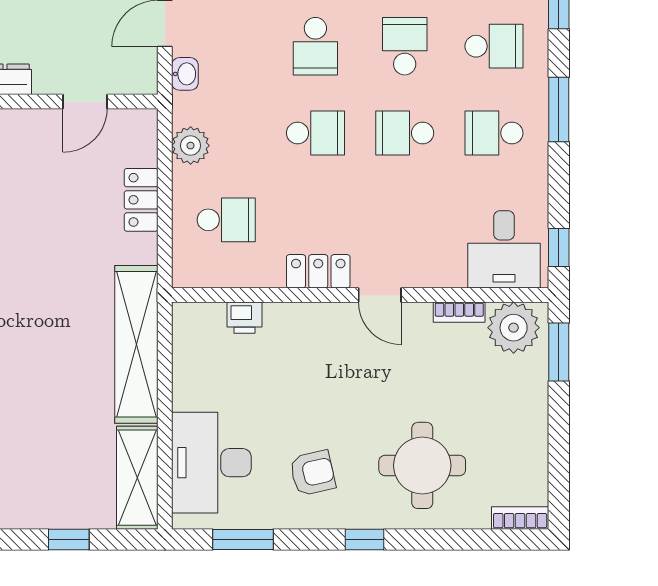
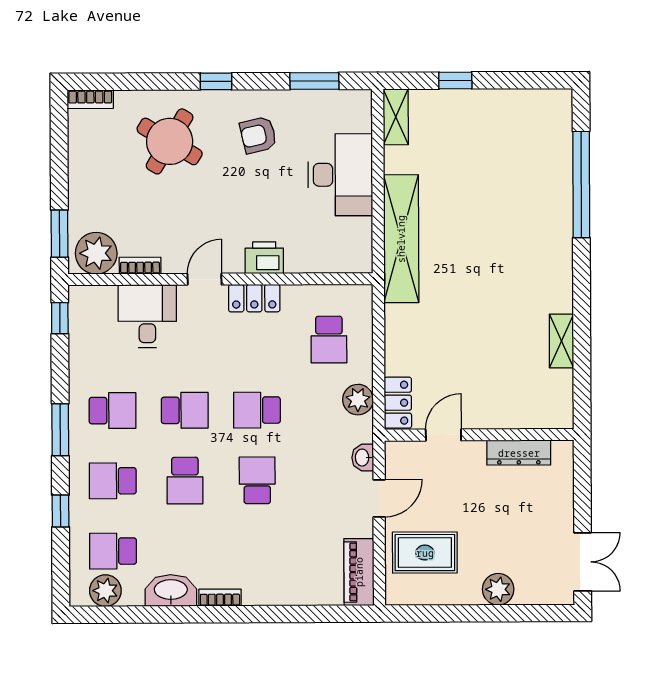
locker: (141, 200) -> (398, 403), moved
school desk: (226, 220) -> (329, 340), turned -90
desk: (504, 249) -> (147, 316), moved
door: (380, 295) -> (204, 279), hinge flipped
printer: (244, 318) -> (264, 258), moved, width x1.36, depth x1.24
desk: (211, 463) -> (340, 175), moved
round table: (422, 465) -> (170, 141), turned 31
shelving: (137, 478) -> (396, 117), width x0.67, depth x0.75

